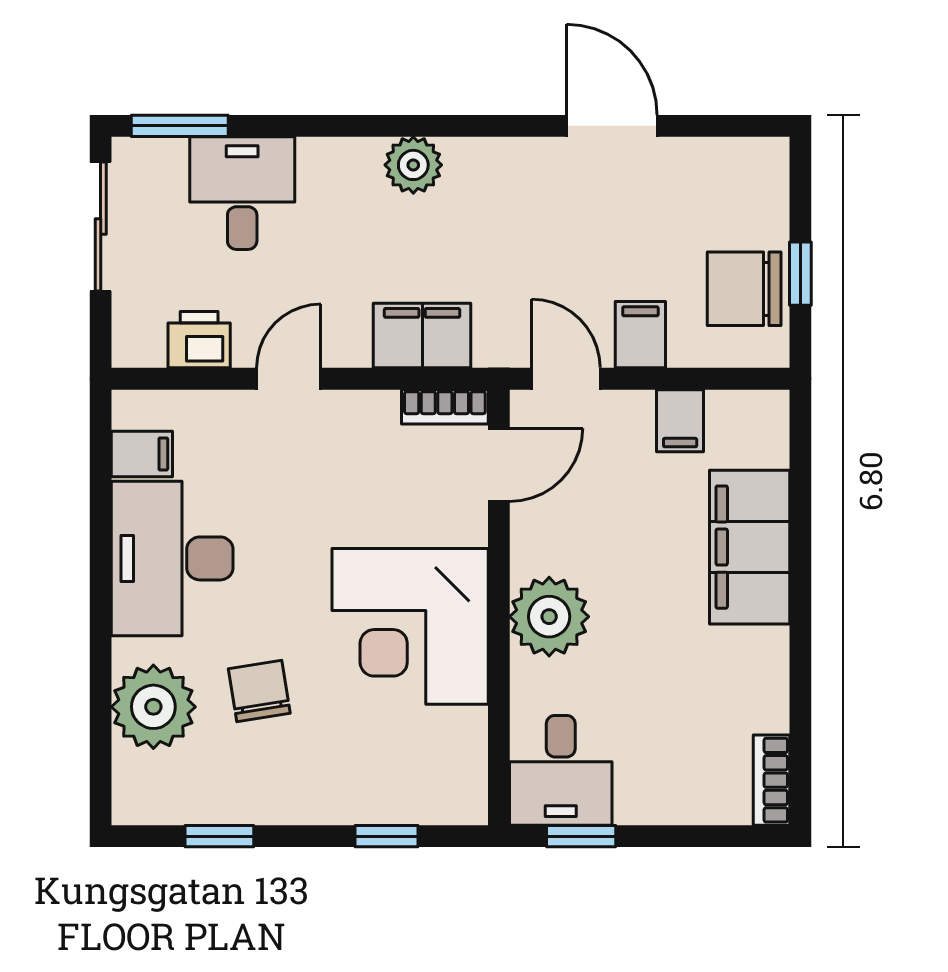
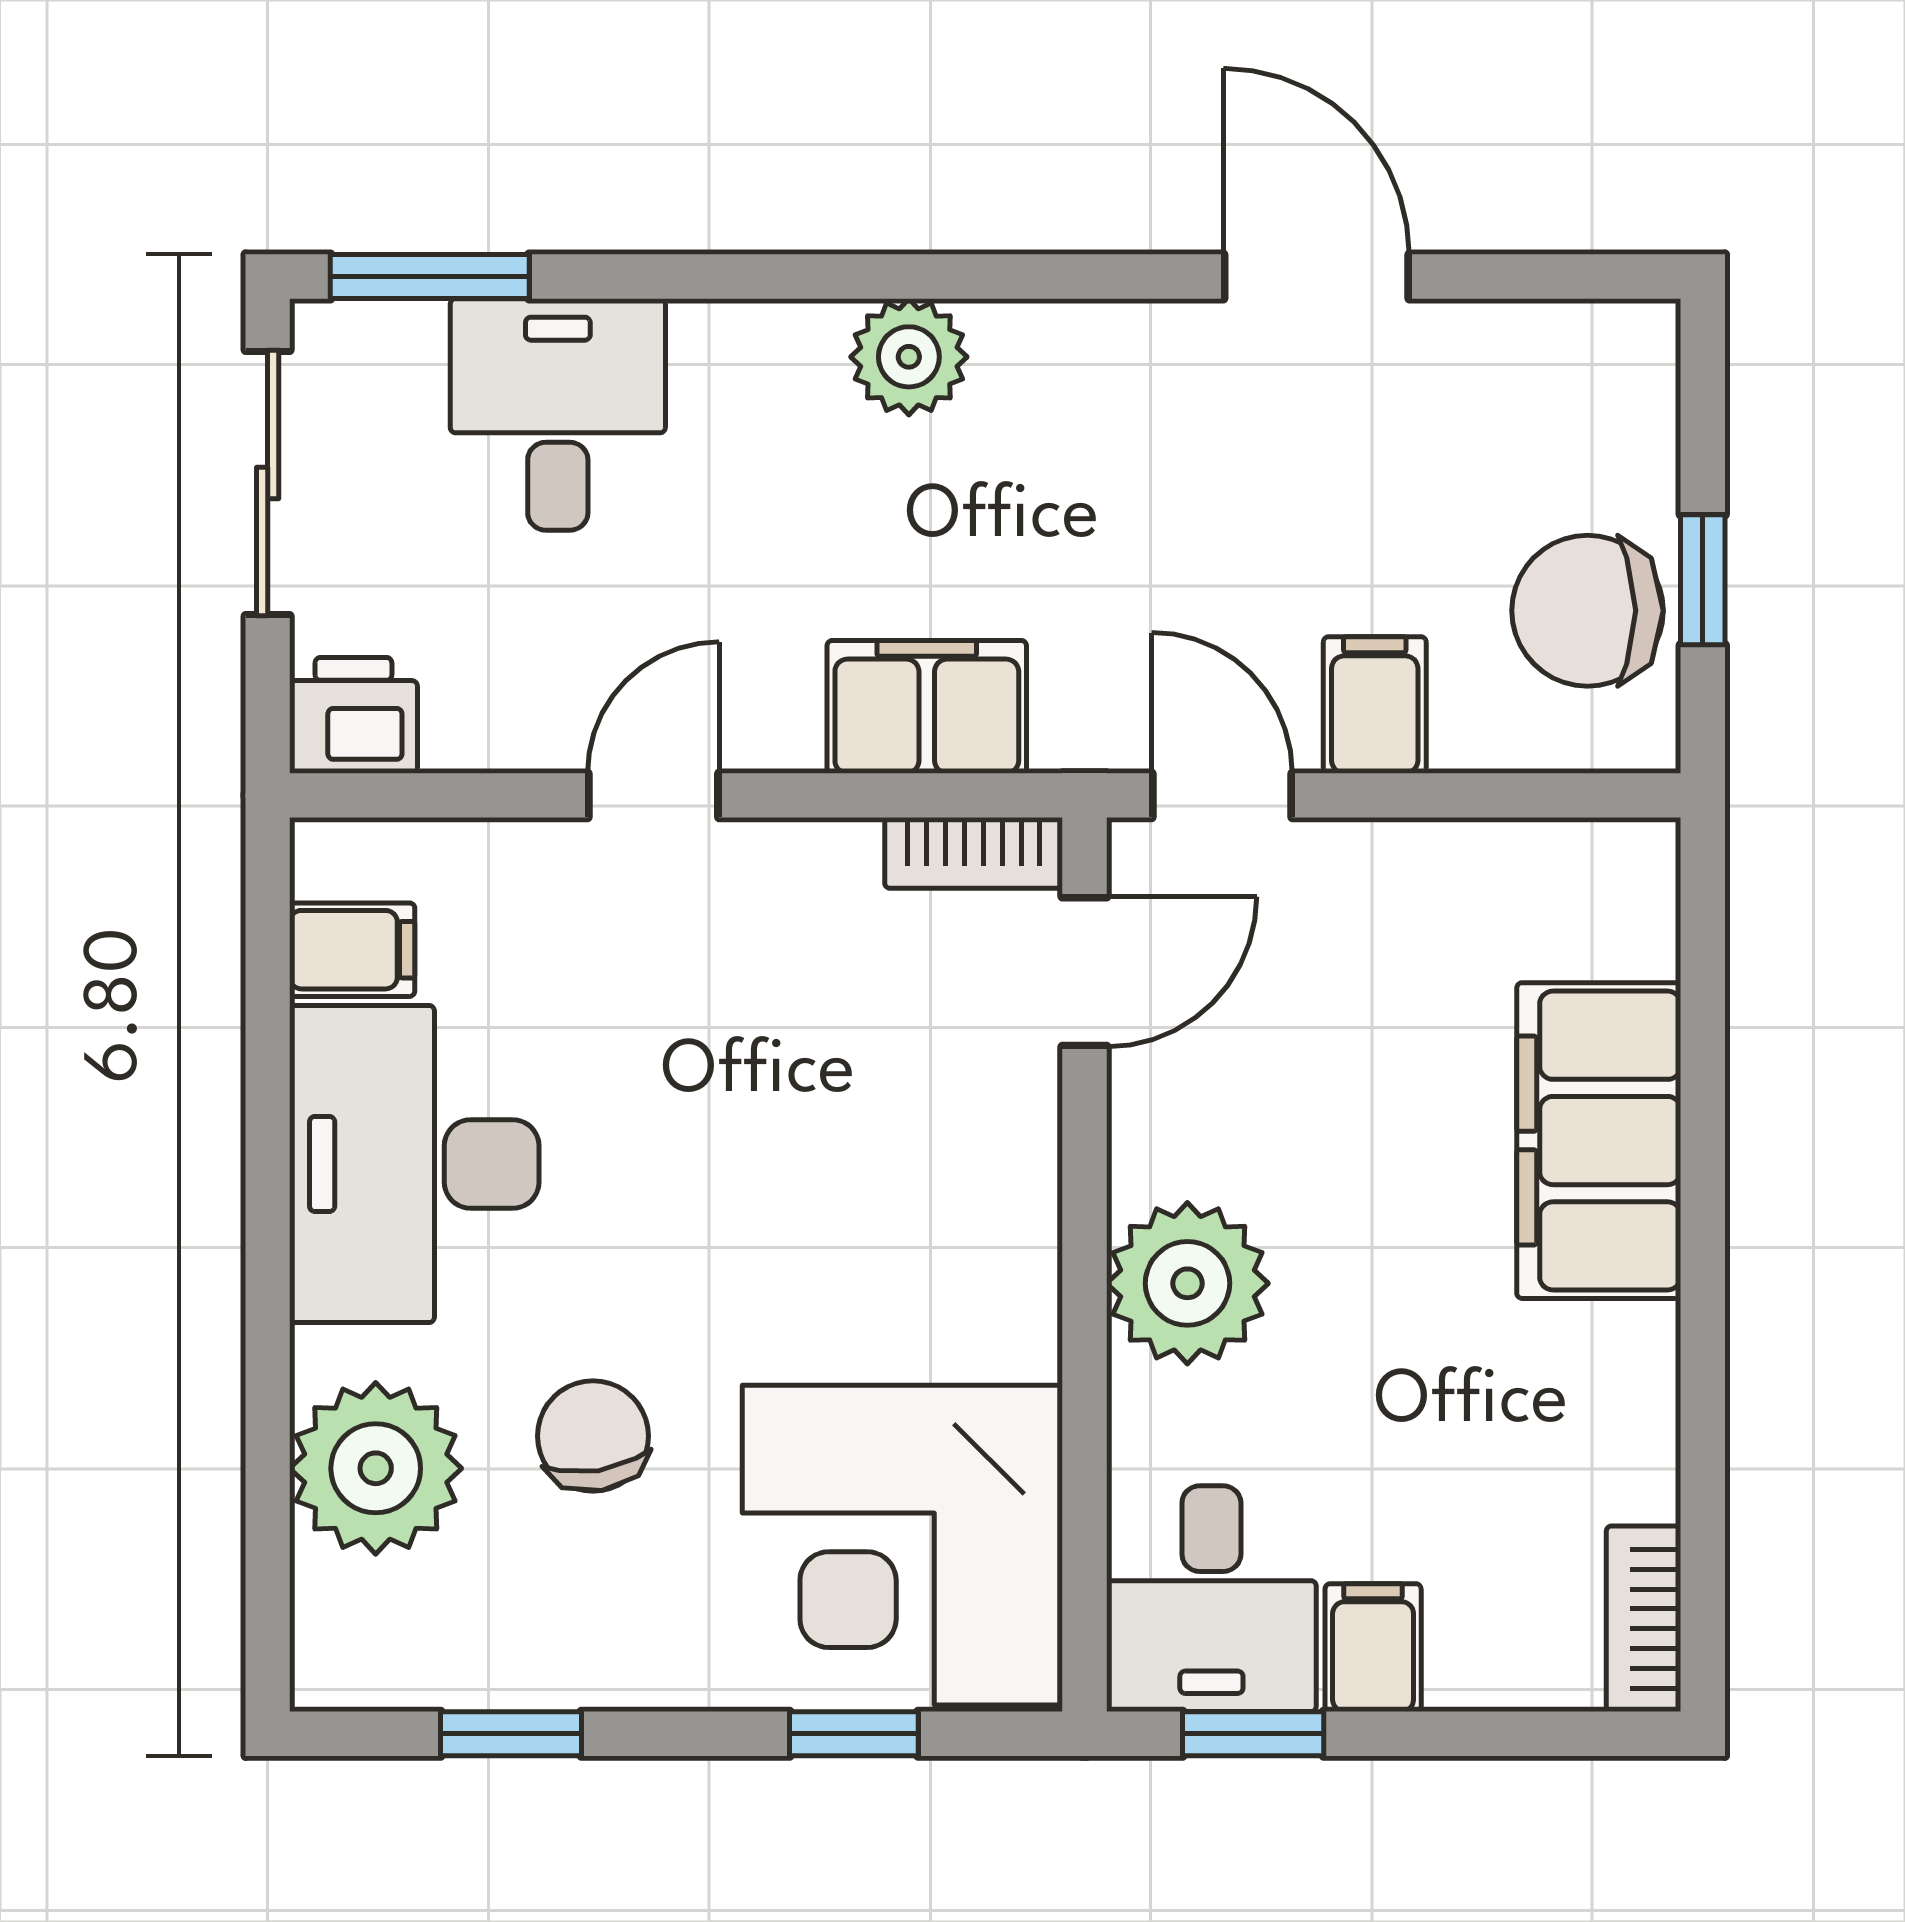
printer: (199, 340) -> (353, 715), moved
filing cabinet: (680, 421) -> (1373, 1648), moved, turned 180
corner desk: (410, 626) -> (902, 1545), moved

